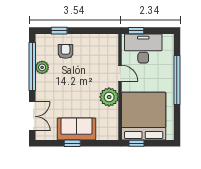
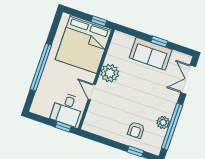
desk: (143, 49) -> (67, 109), width x0.73

